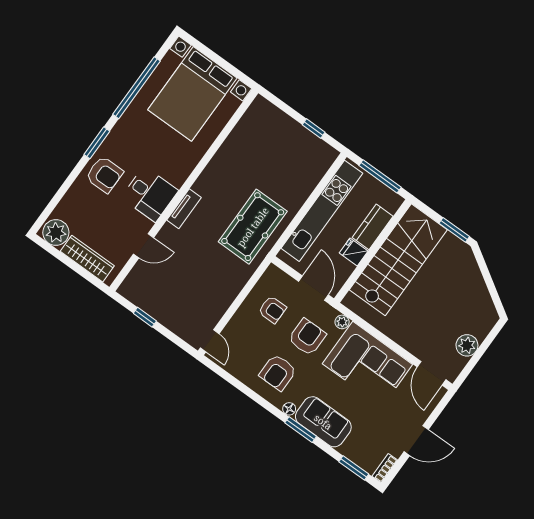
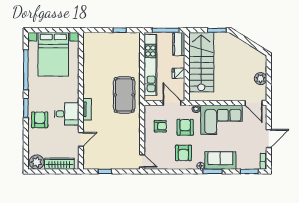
armchair: (104, 175) -> (40, 120), turned -90
kitchen counter: (373, 227) -> (179, 44), moved

